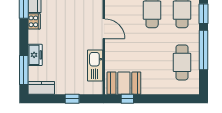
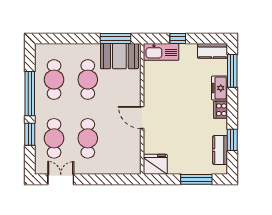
cooker: (34, 21) -> (221, 110), moved
cafe table: (152, 62) -> (88, 80), added
kitchen sink: (95, 65) -> (161, 52), moved, turned 90
window: (127, 99) -> (116, 39), width x2.17

